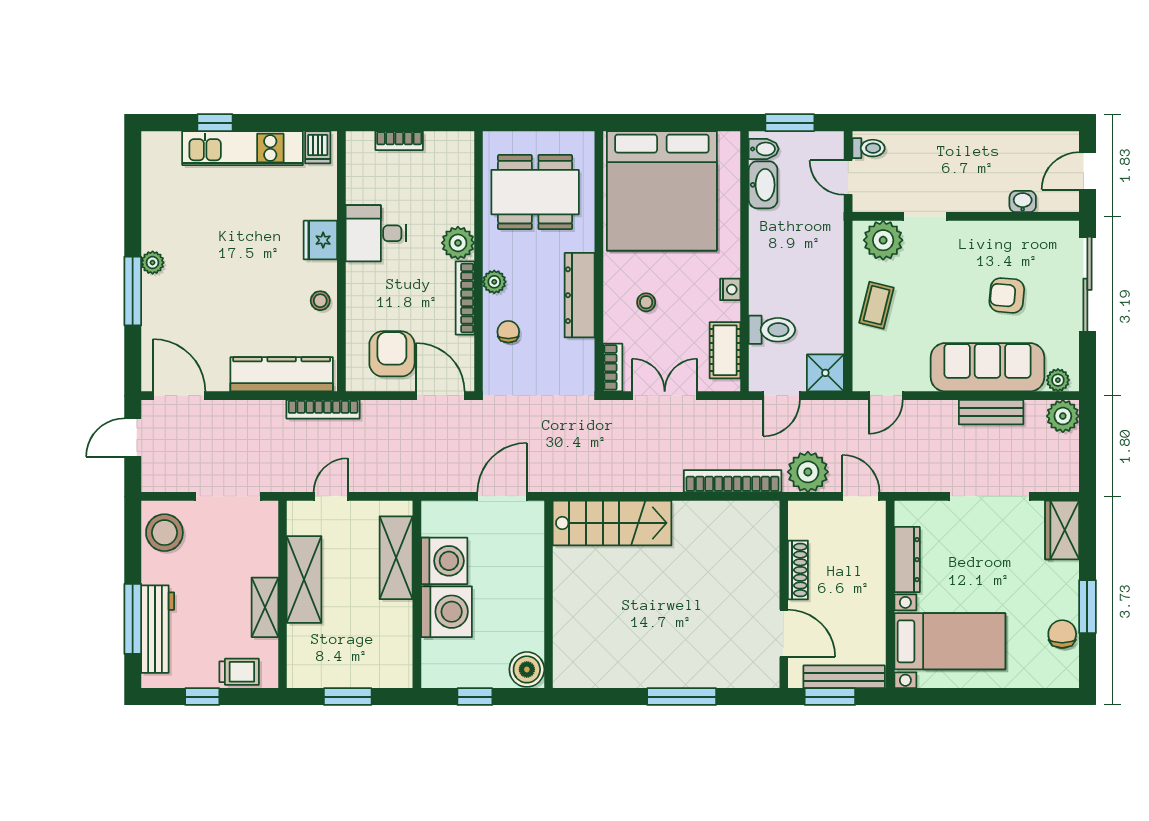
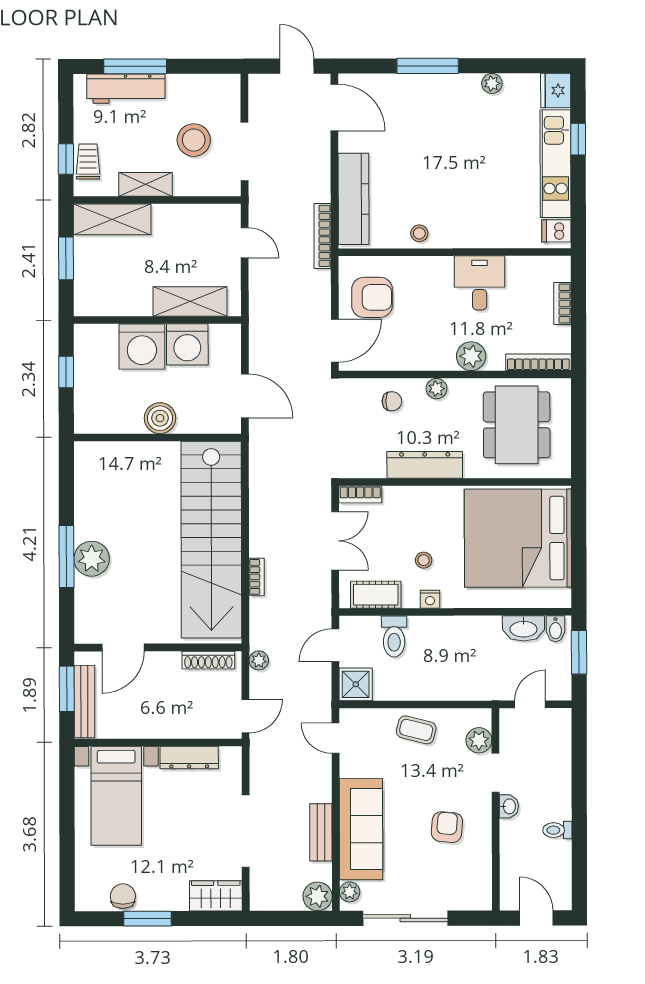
toilet: (869, 148) -> (557, 830), moved, turned 90
washbasin: (1023, 202) -> (509, 806), moved
fridge: (320, 240) -> (556, 90), moved, turned -90
plant: (883, 240) -> (479, 740), width x0.73, depth x0.73
plant: (153, 263) -> (492, 83), moved
sliding door: (1087, 284) -> (405, 918), moved
armchair: (1007, 295) -> (447, 827), moved
bookcase: (465, 298) -> (538, 362), moved
stool: (646, 302) -> (424, 560), moved
door: (179, 396) -> (334, 107), hinge flipped
door: (782, 396) -> (335, 645), hinge flipped
plant: (808, 472) -> (259, 660), width x0.53, depth x0.53
bookcase: (733, 481) -> (257, 577), width x0.43, depth x0.76
stairs: (612, 523) -> (211, 540), width x1.86, depth x1.51
stool: (164, 533) -> (194, 140), moved
shoe rack: (798, 570) -> (208, 660), moved
shelving: (304, 579) -> (112, 219), moved
chair: (1062, 634) -> (123, 896), turned -90
plant: (684, 668) -> (92, 559), added
boiler: (527, 669) -> (160, 418), moved
trolley: (239, 672) -> (88, 162), turned 180
window: (202, 697) -> (66, 159), moved

